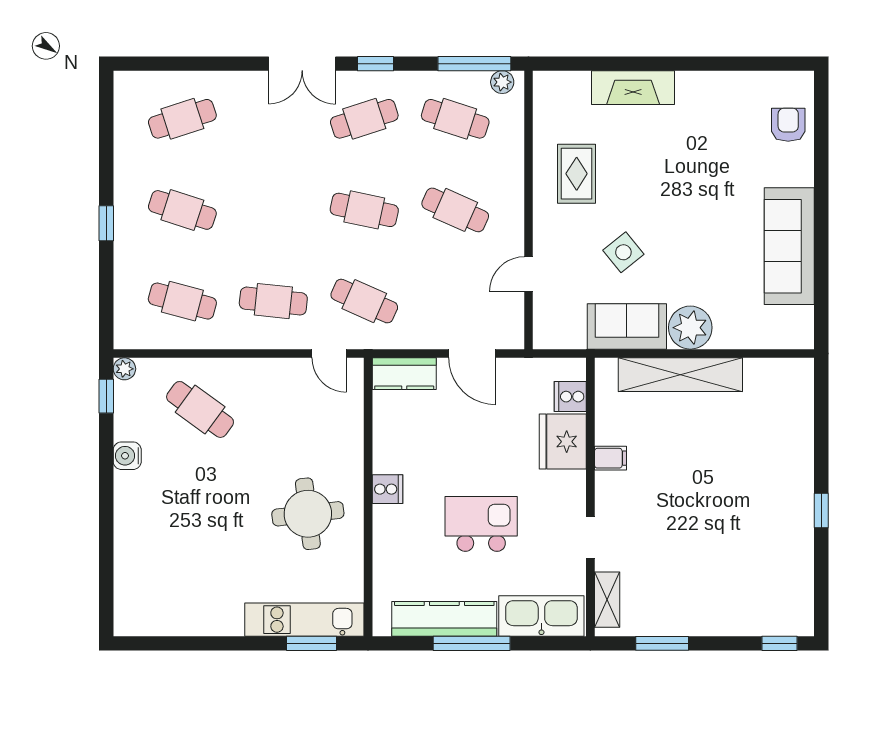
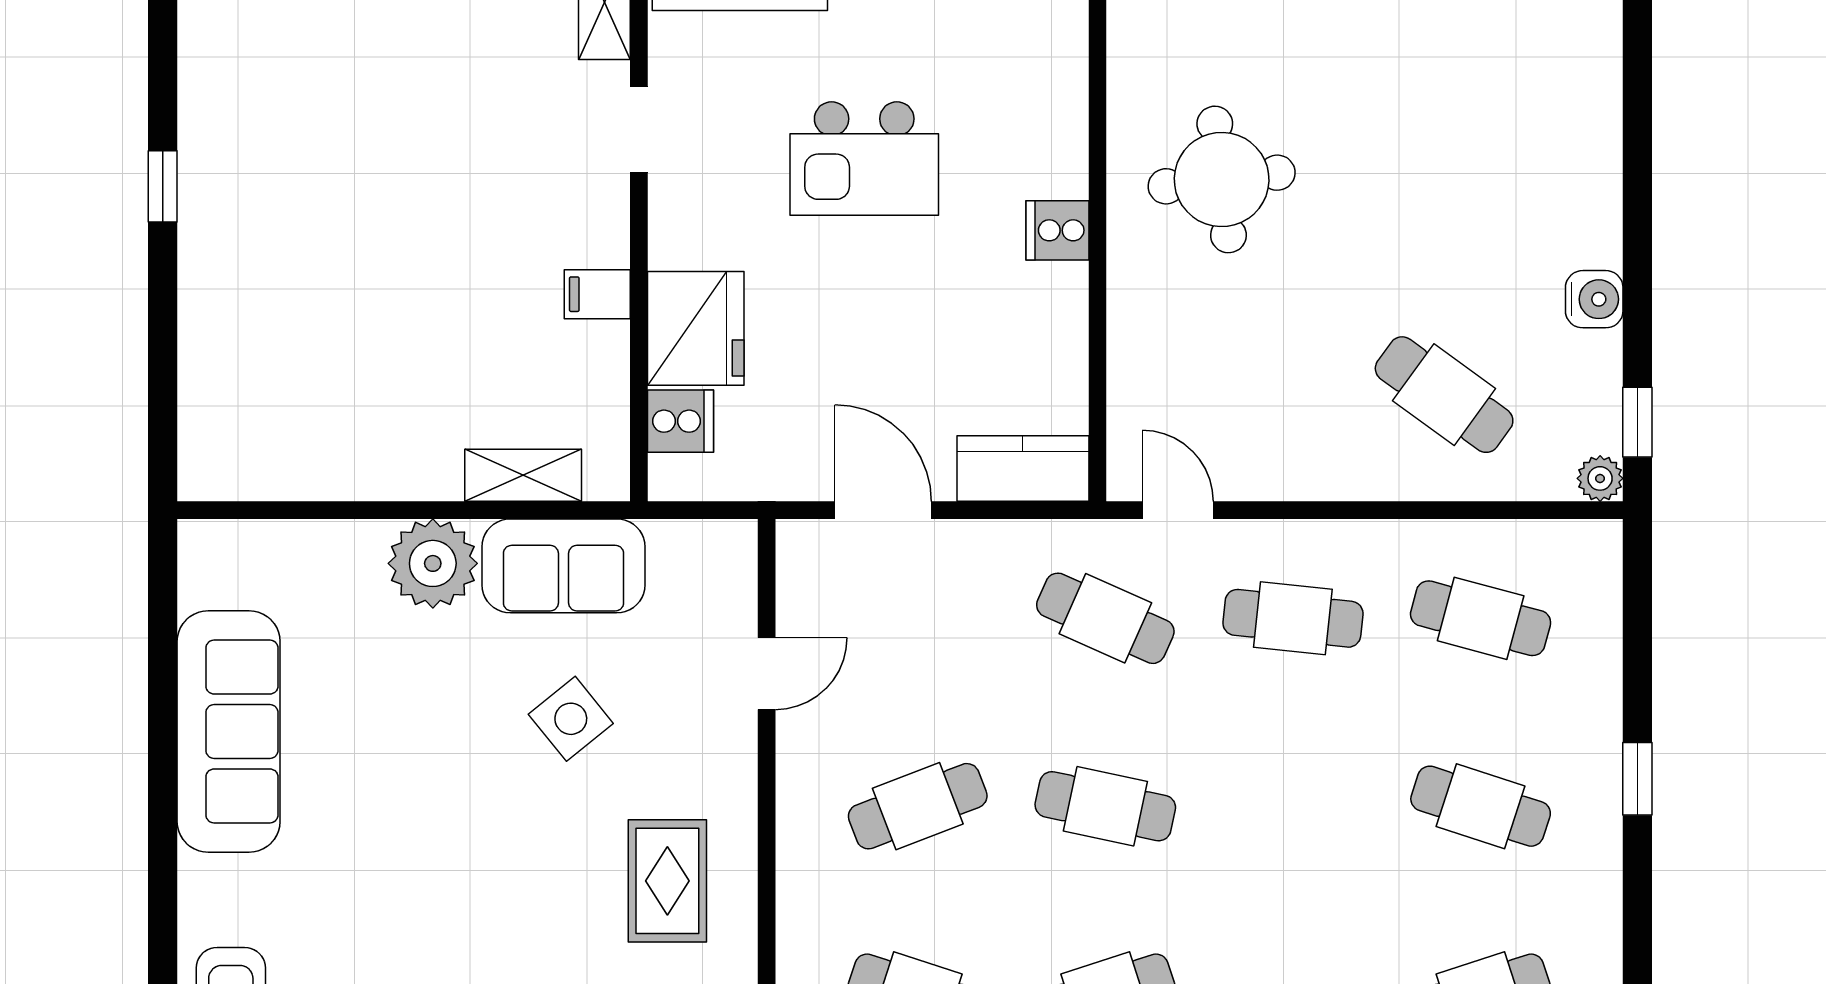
cafe table: (455, 210) -> (918, 806), turned -45
shelving: (680, 375) -> (523, 475), width x0.45, depth x0.75

